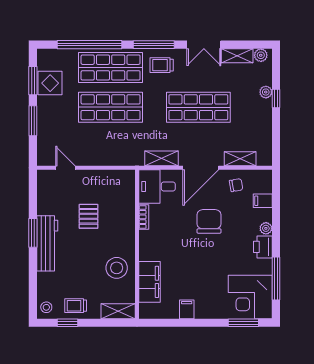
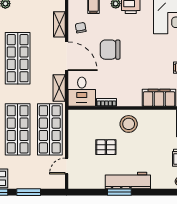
shop shelf: (111, 147) -> (50, 129), added
stool: (117, 268) -> (129, 124), moved

